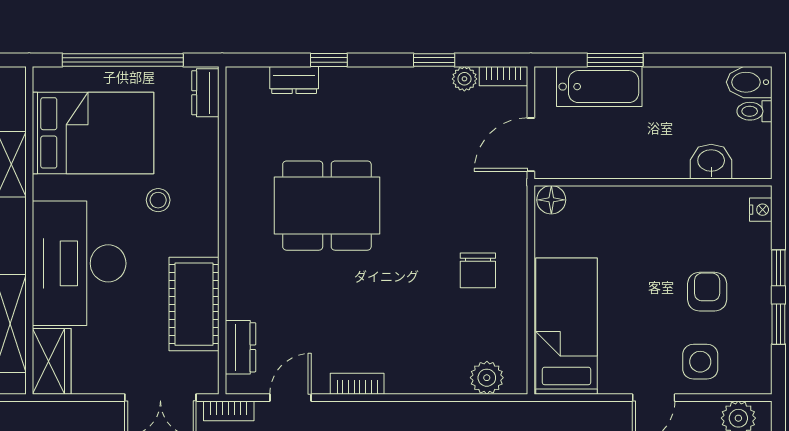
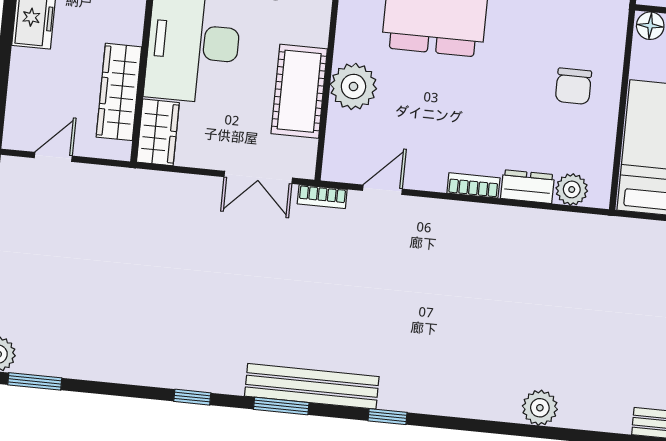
plant: (250, 293) -> (353, 86), added
dresser: (240, 347) -> (528, 187), moved, turned -90
bookcase: (357, 384) -> (473, 185), moved

